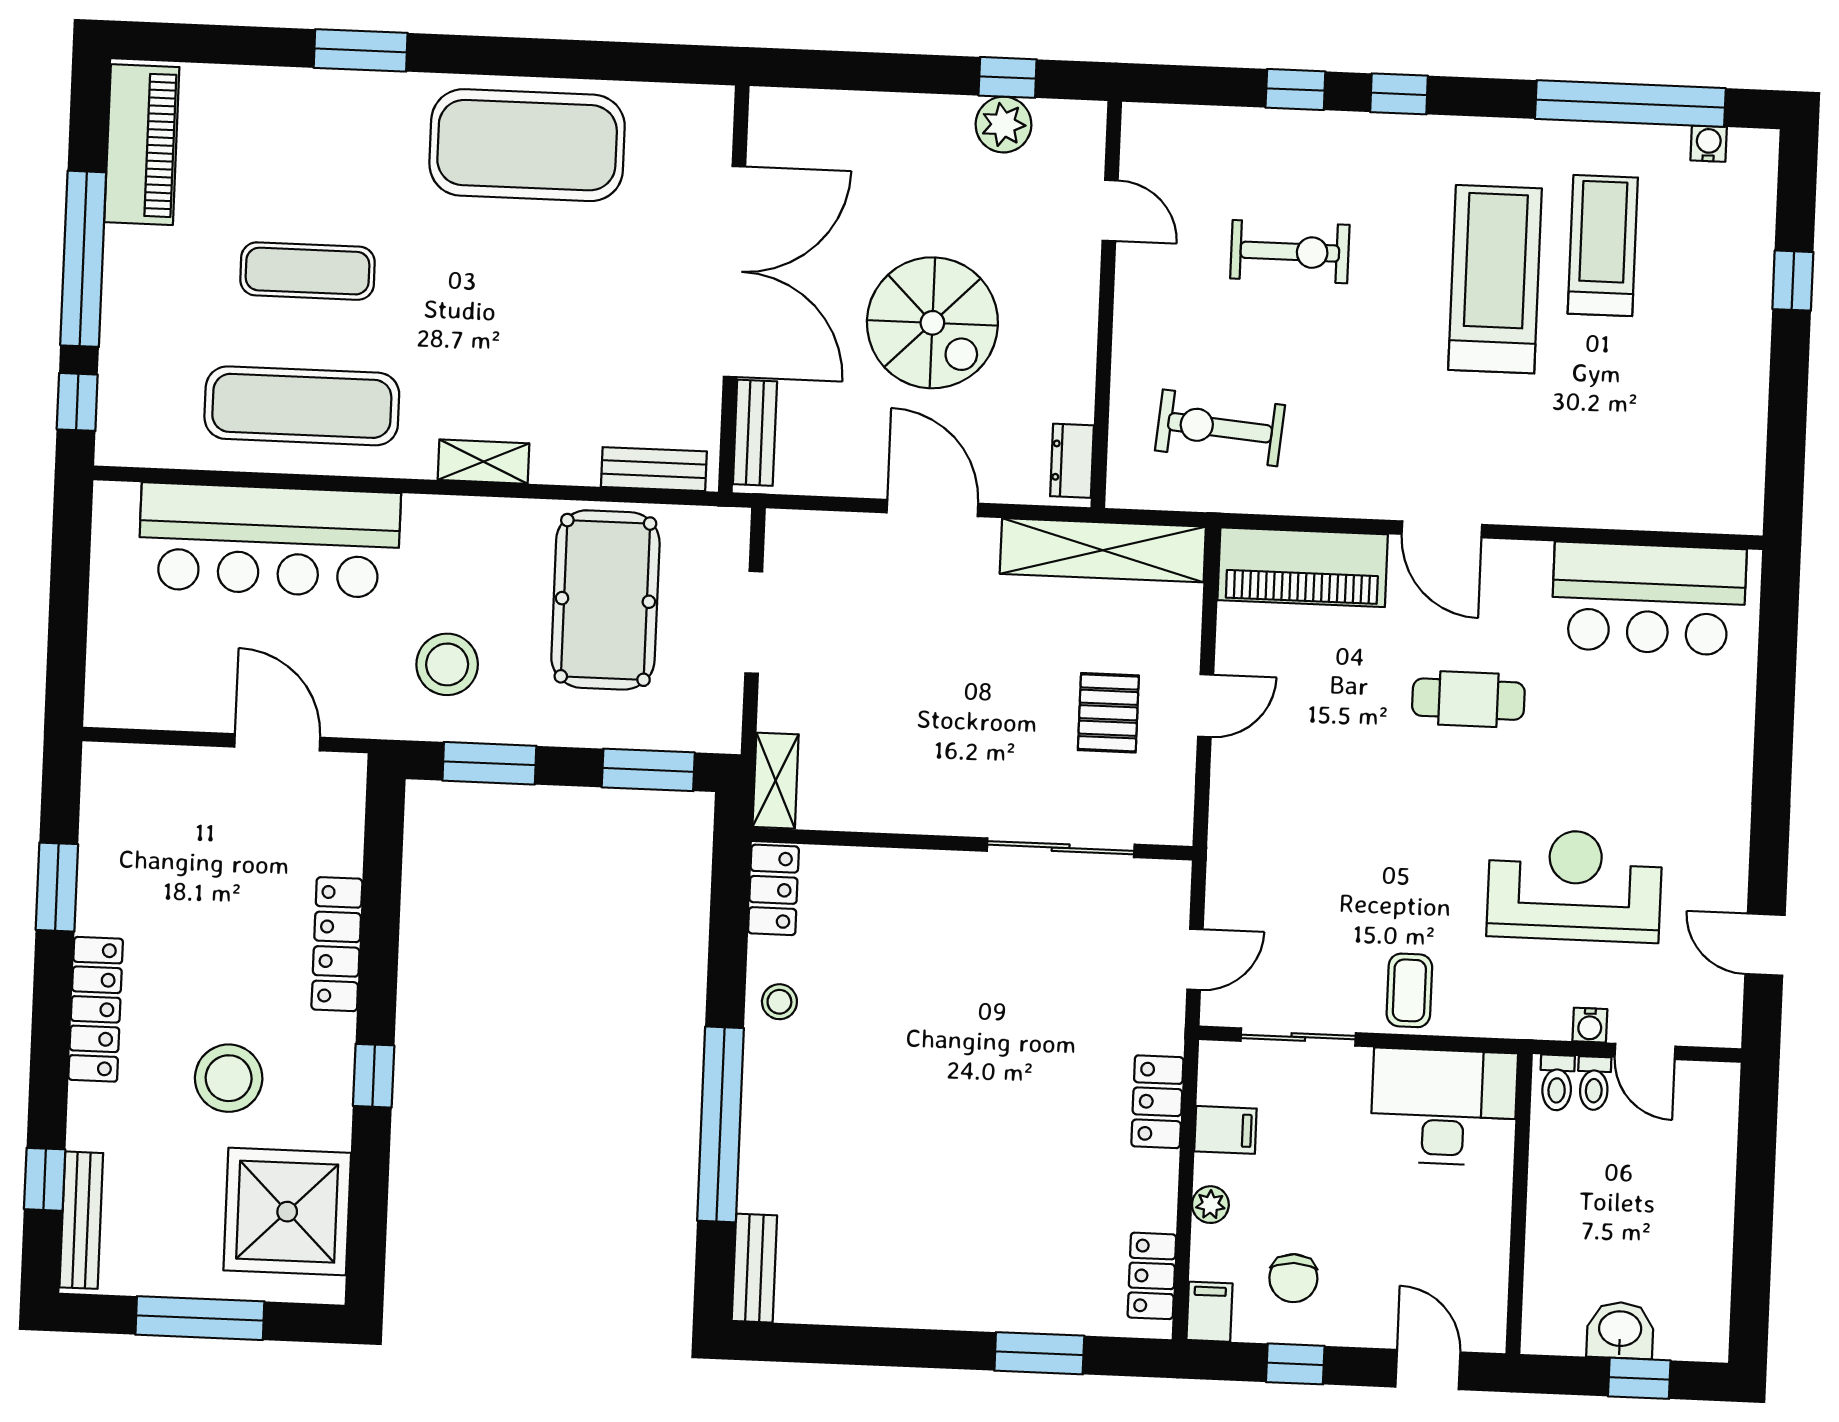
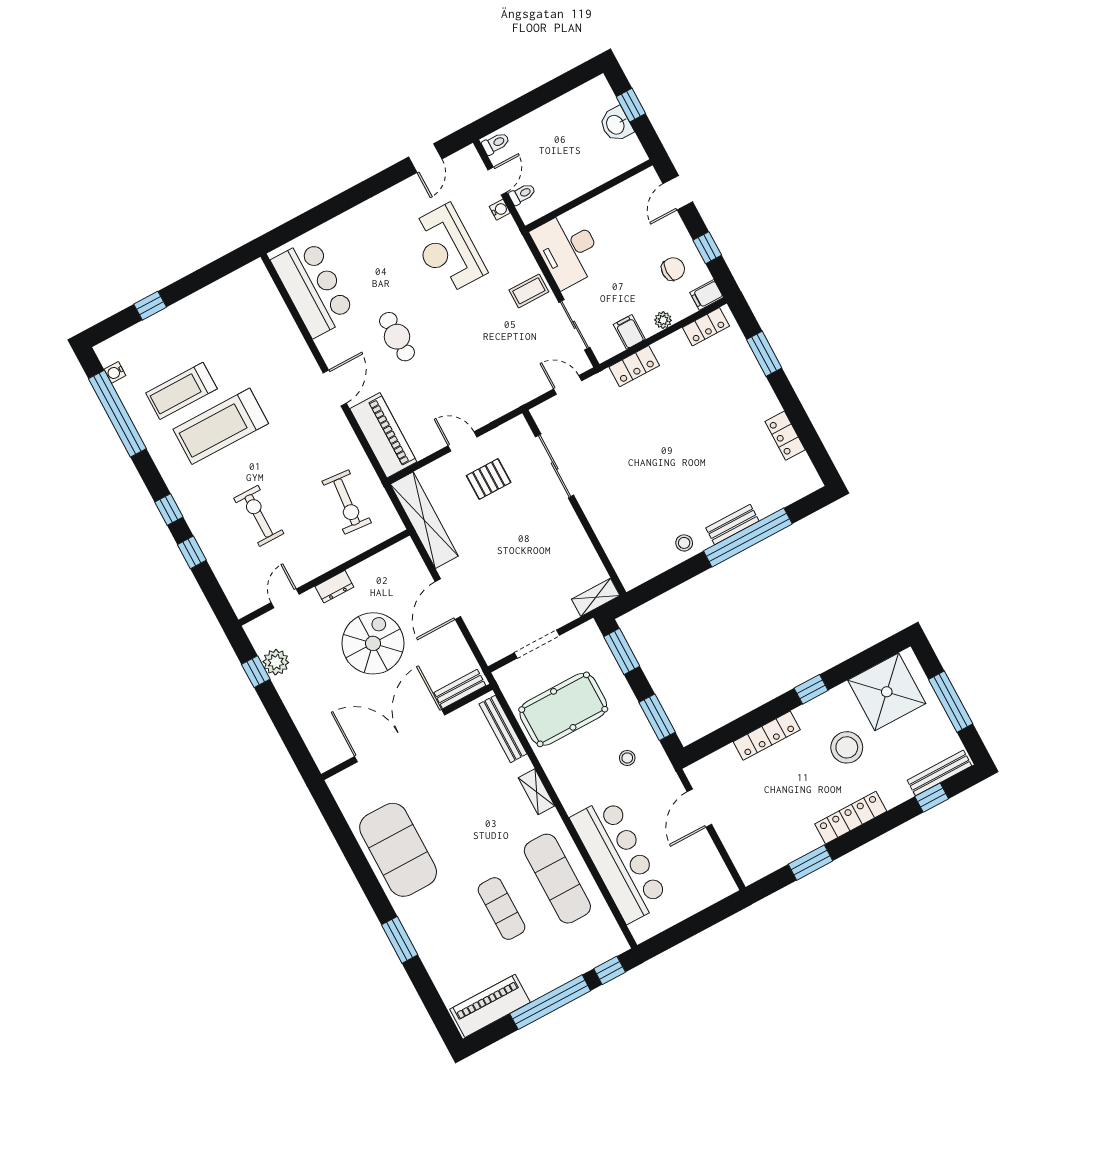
dresser: (1072, 461) -> (334, 587), moved
bench: (654, 469) -> (503, 729), width x1.36
stool: (447, 664) -> (627, 758), width x0.53, depth x0.53
locker: (773, 890) -> (785, 436), moved, turned -90
toilet: (1557, 1083) -> (496, 143), moved
bench: (754, 1268) -> (732, 524), moved

